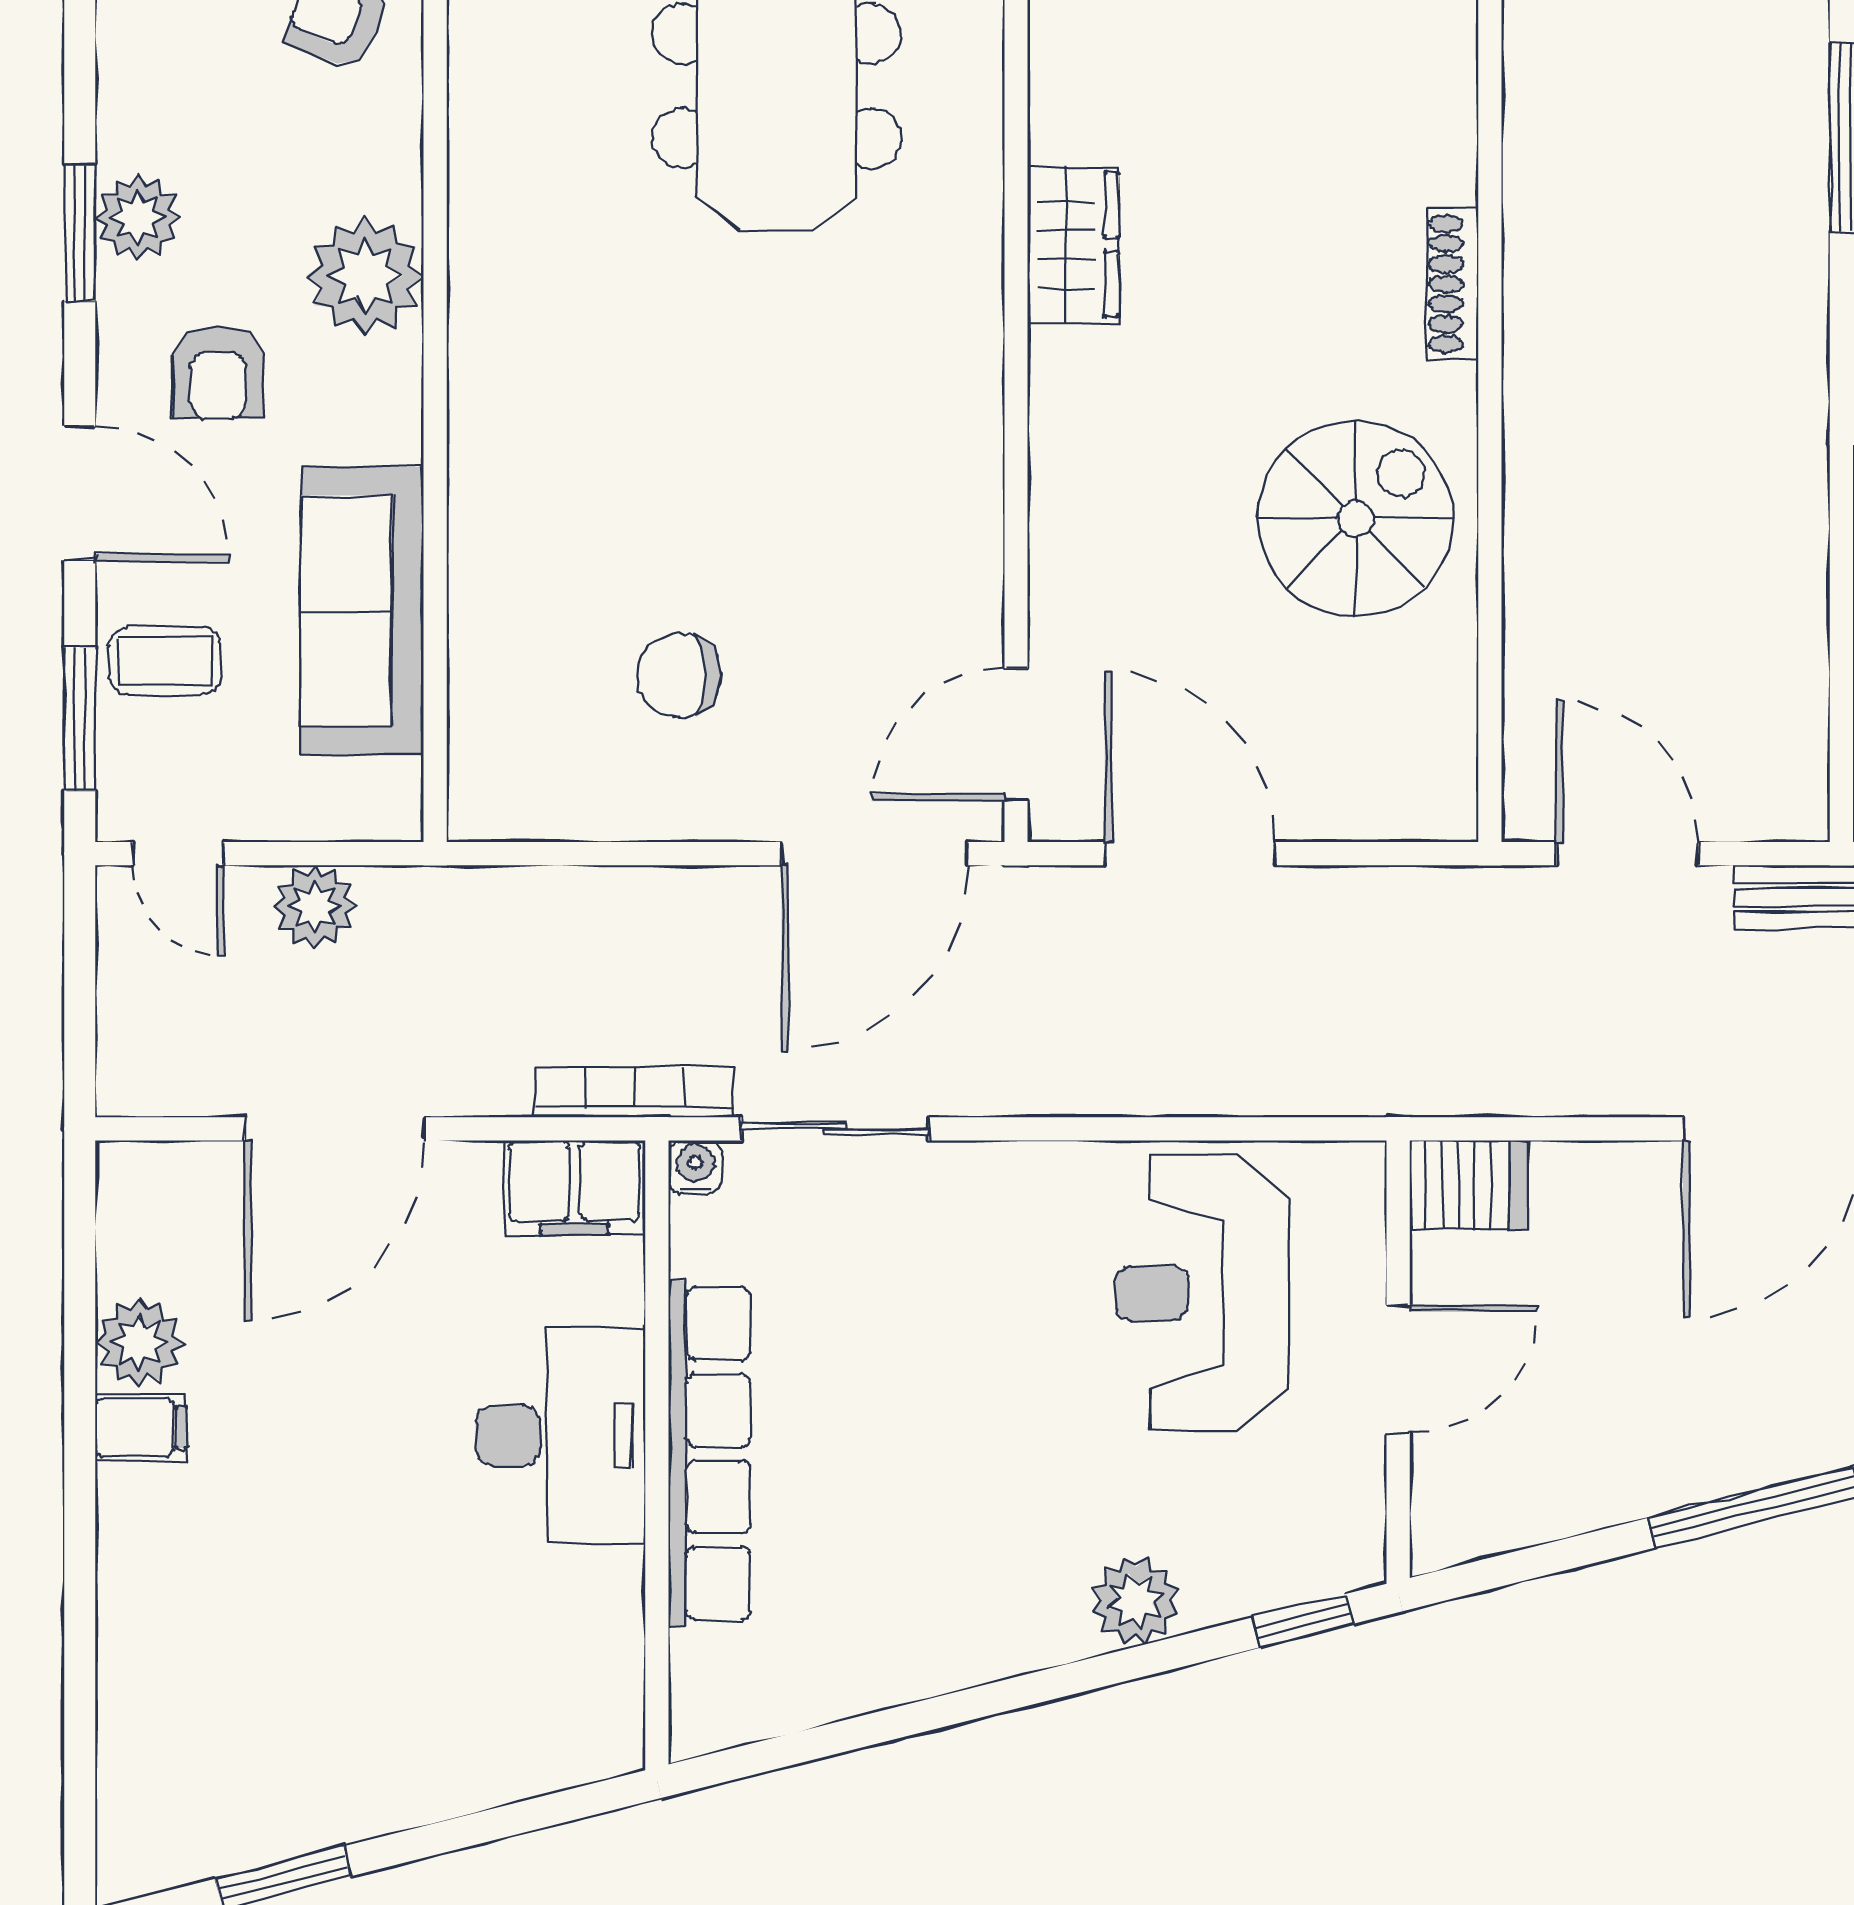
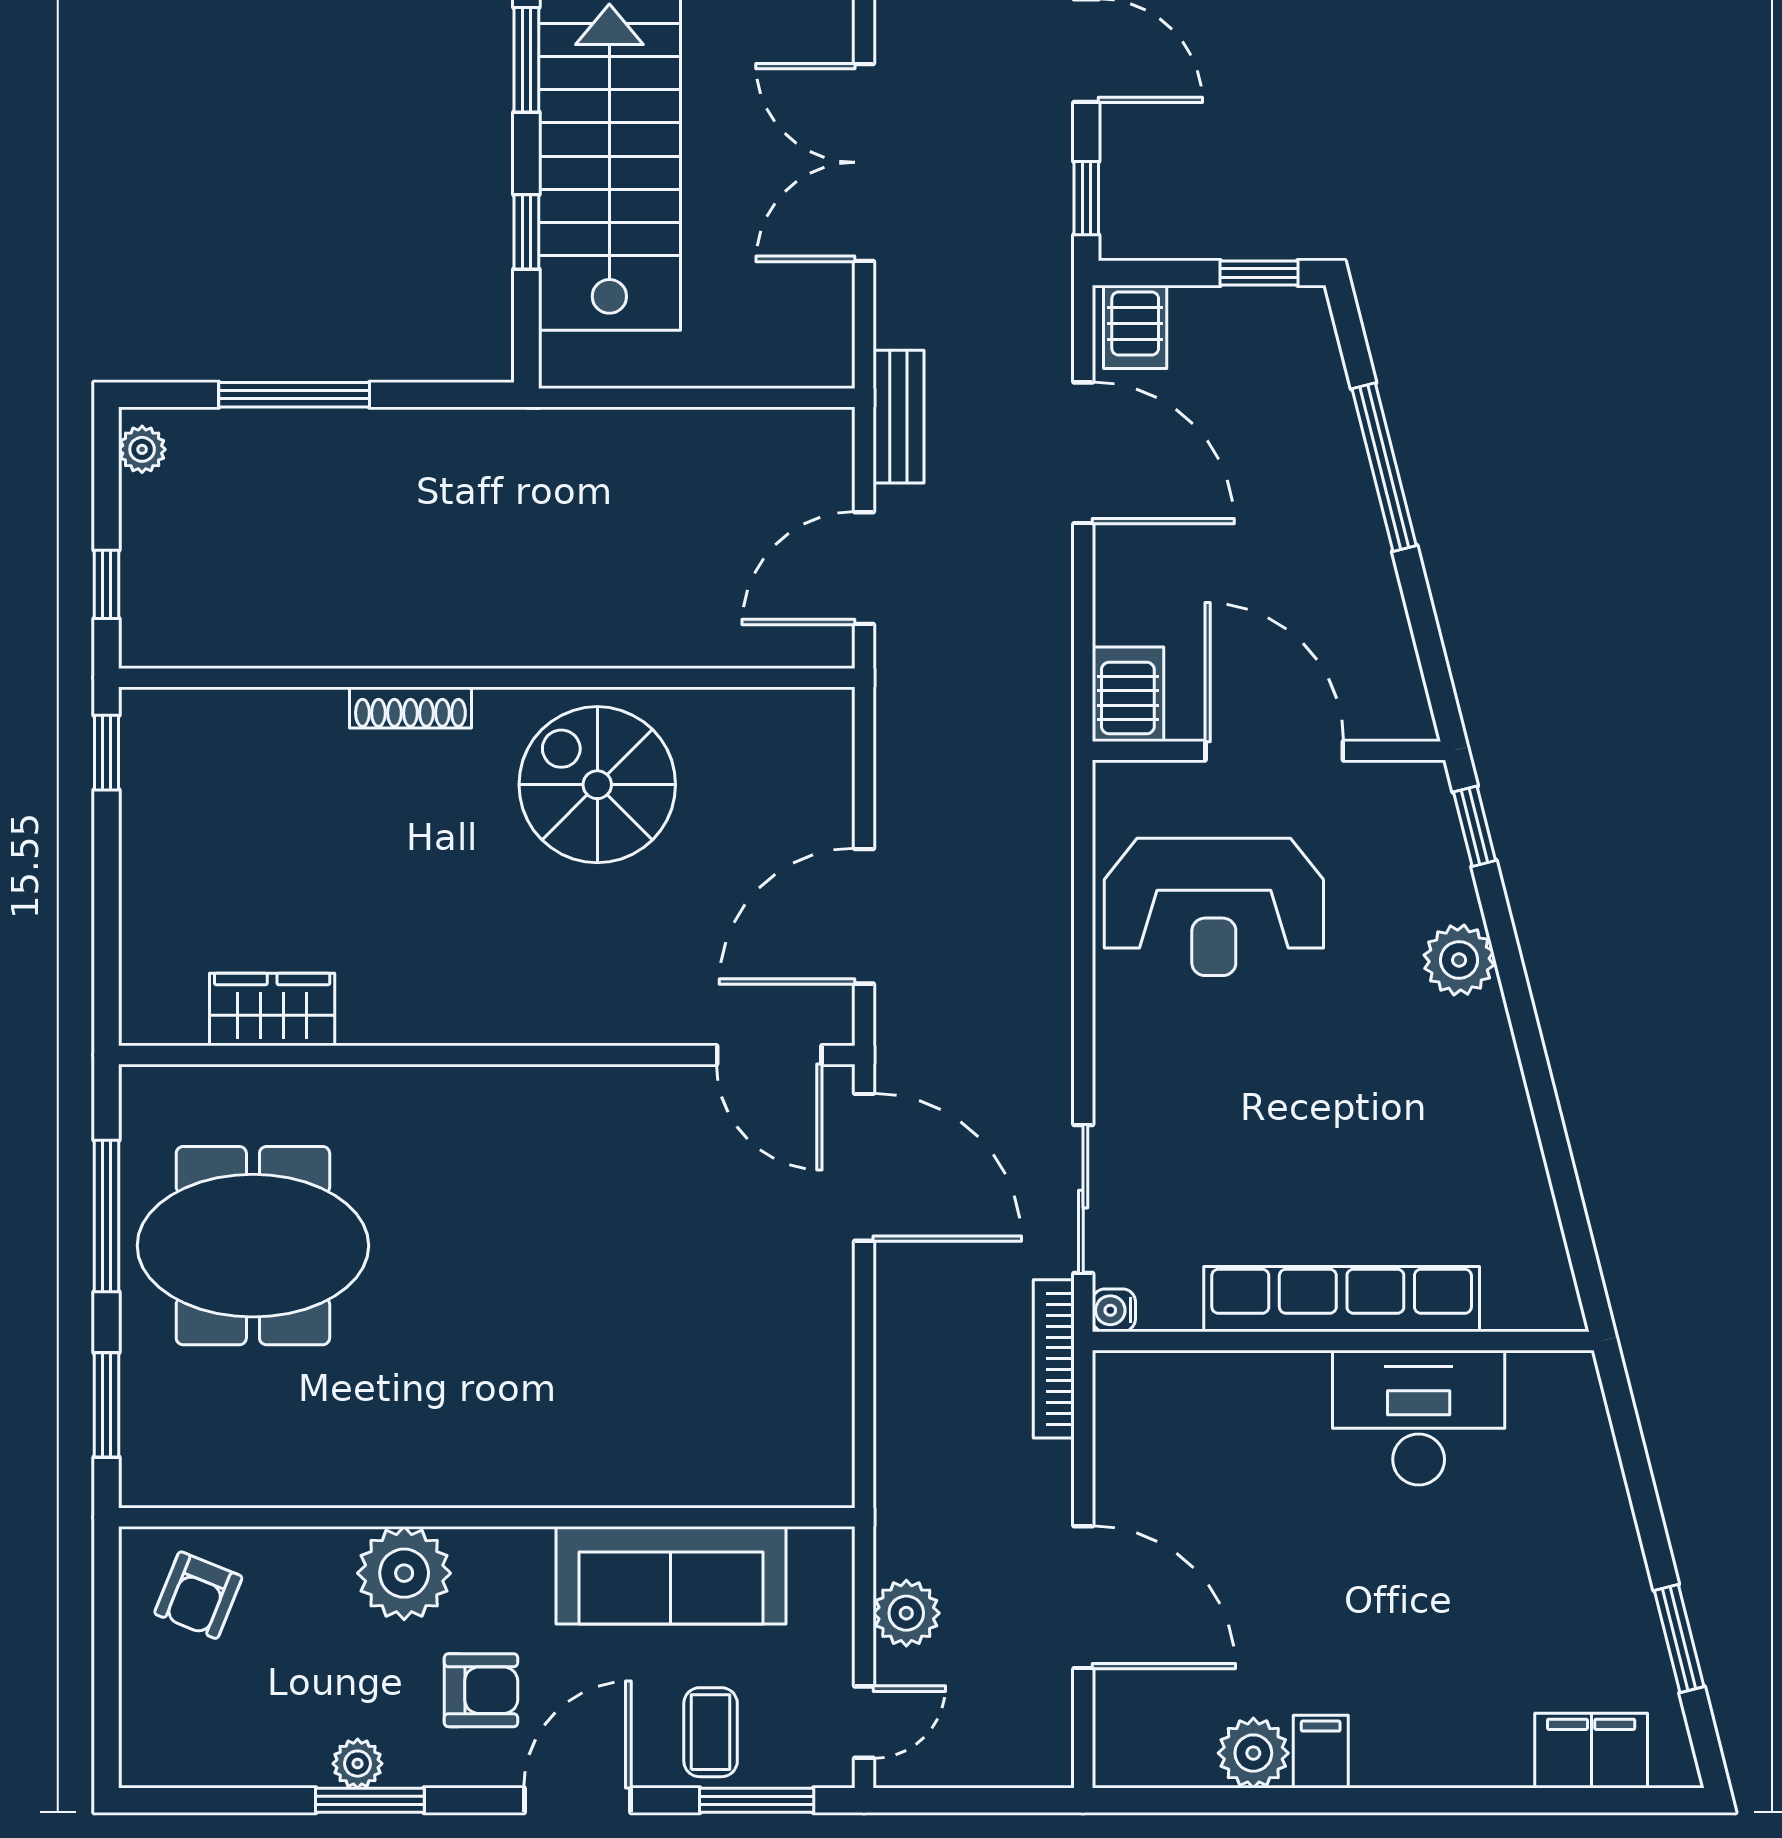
plant: (138, 217) -> (358, 1764), width x0.73, depth x0.73
wardrobe: (1073, 245) -> (272, 1009), moved
chair: (679, 675) -> (722, 1323), removed
filing cabinet: (575, 1187) -> (1591, 1751), moved, turned -90
door: (1398, 1369) -> (1274, 751), width x1.36
desk: (560, 1435) -> (1419, 1418), moved

